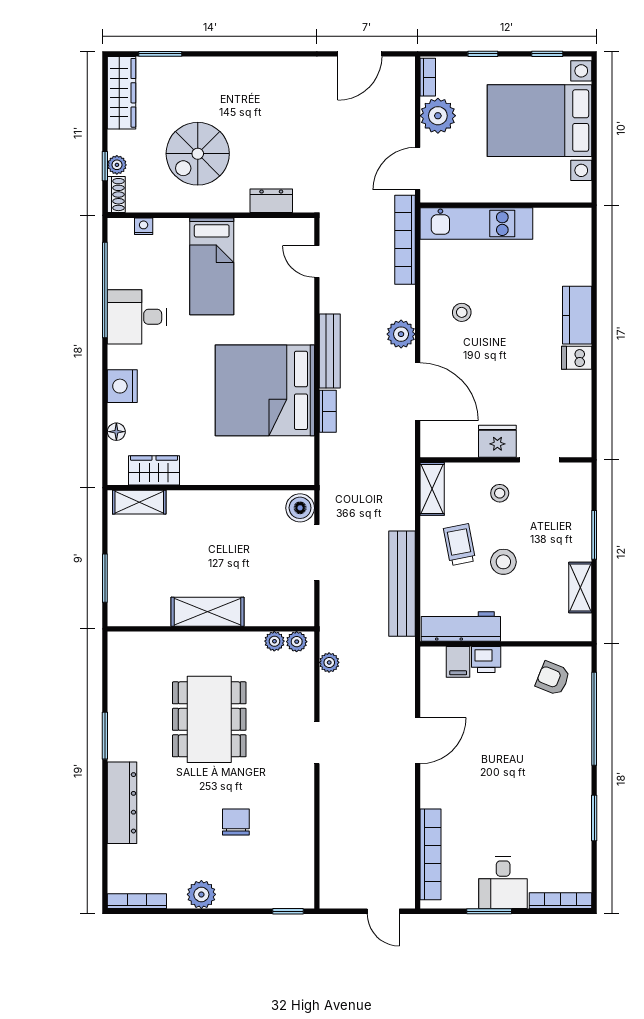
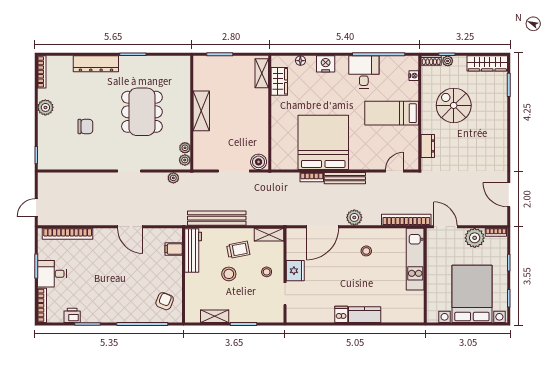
printer: (486, 660) -> (72, 315), moved, turned 90
dining table: (209, 719) -> (142, 112), turned 90

